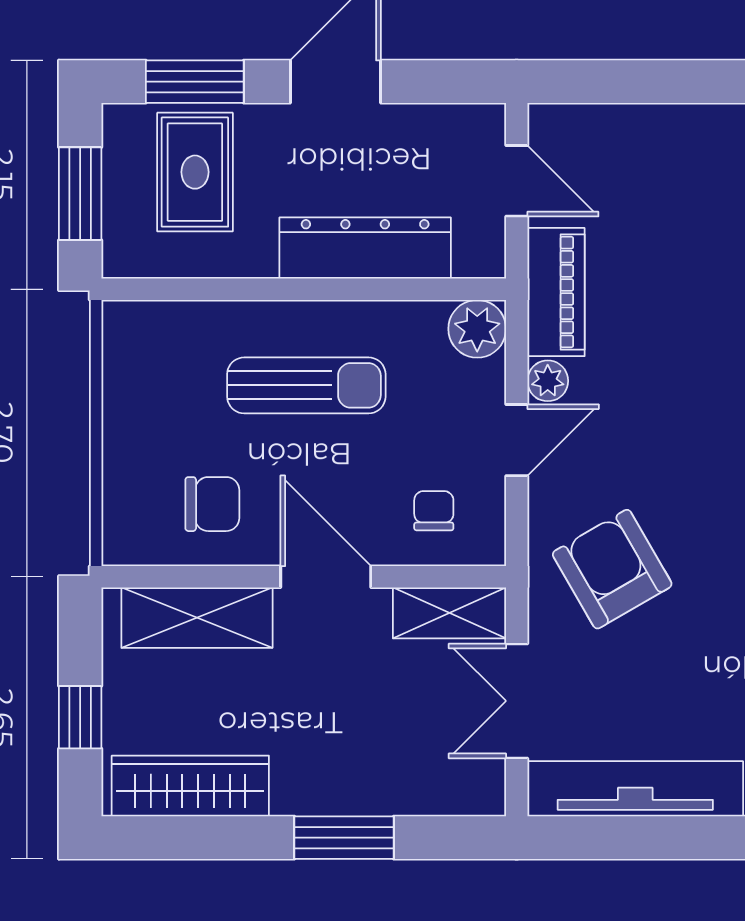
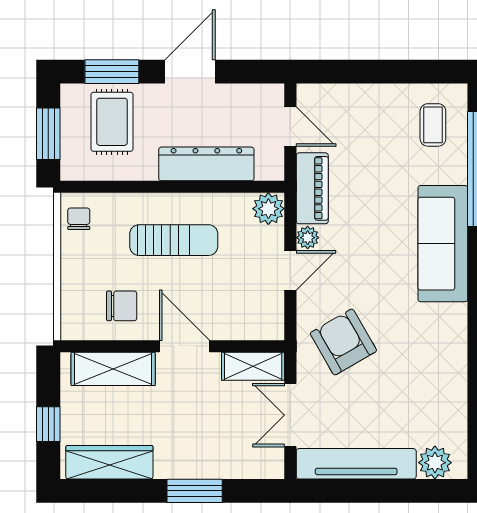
chair: (434, 511) -> (79, 219), moved

